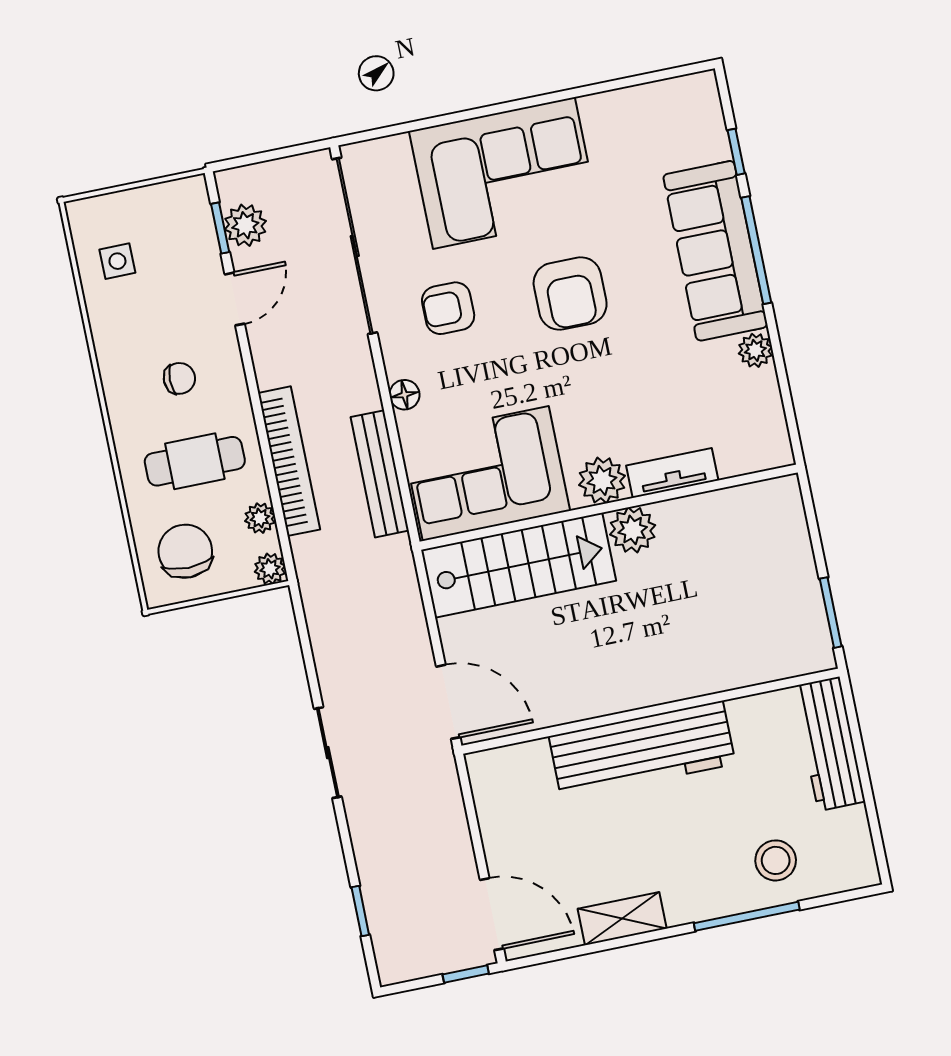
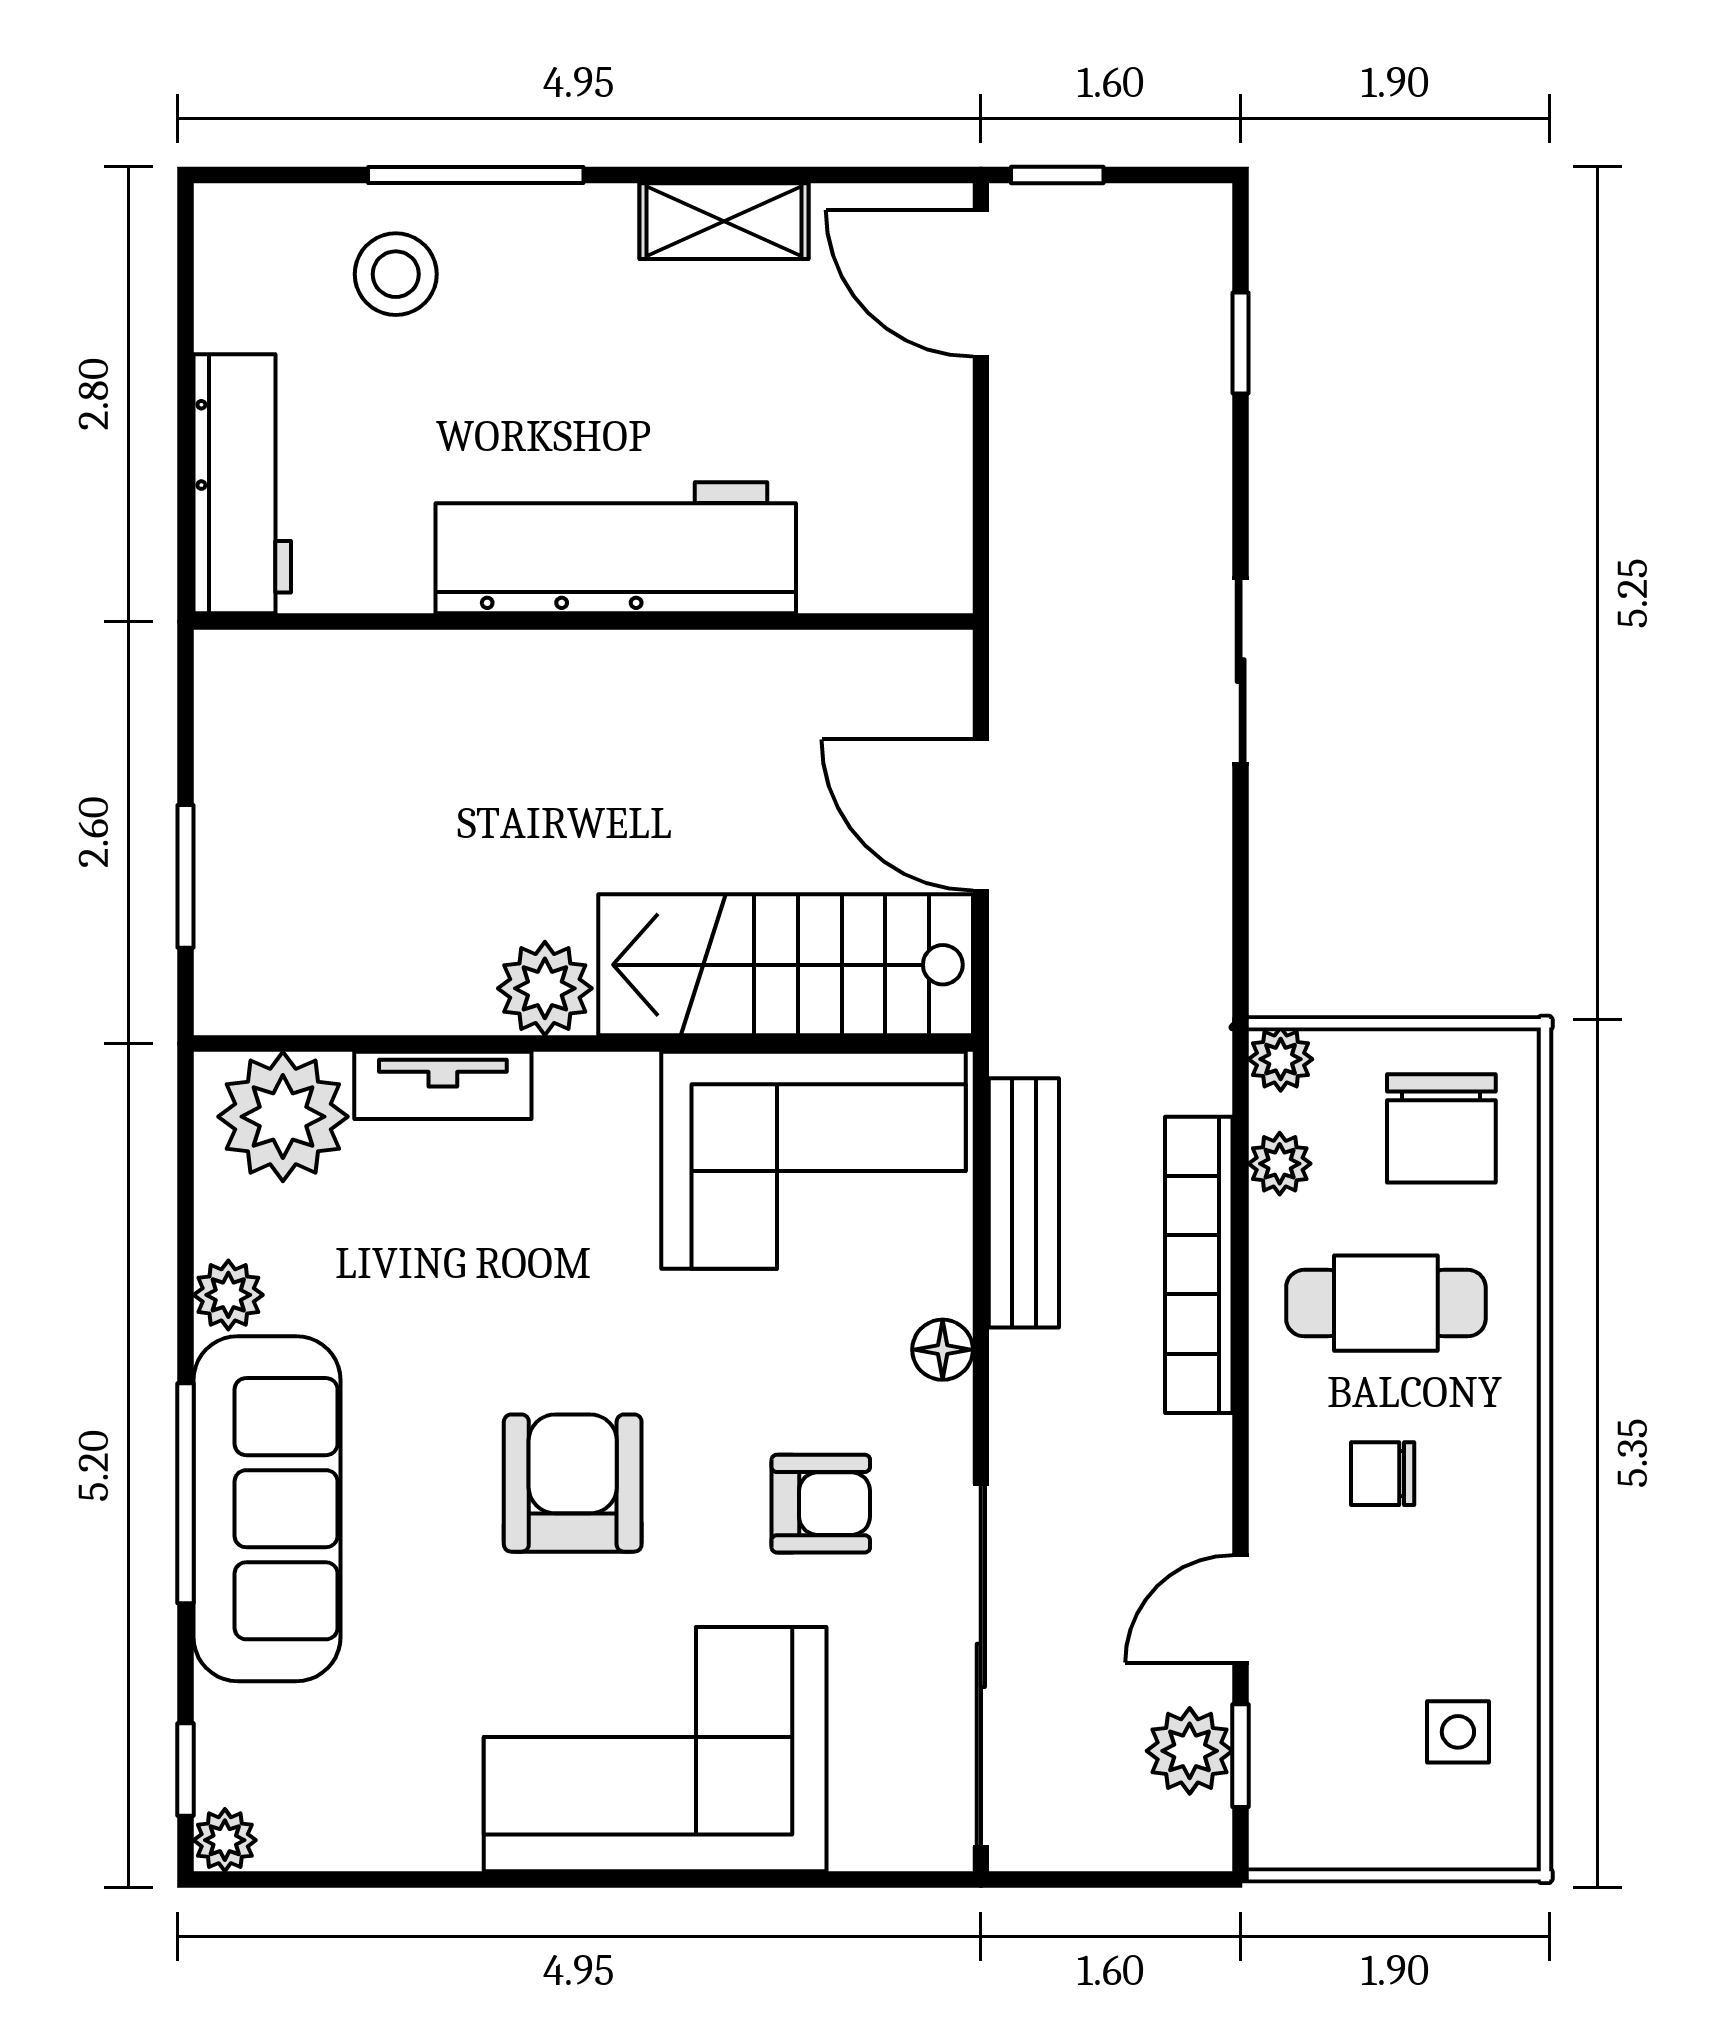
plant: (703, 86) -> (225, 1840), added
window: (736, 152) -> (185, 1769), moved
plant: (602, 480) -> (283, 1117), moved, width x1.36, depth x1.36
window: (831, 613) -> (185, 876), moved
door: (448, 702) -> (981, 815), moved

